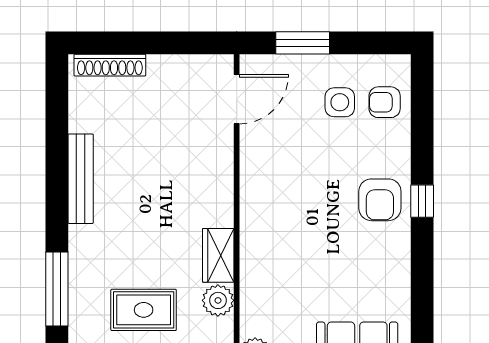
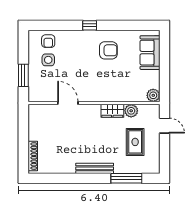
door: (237, 99) -> (68, 103), moved
bench: (81, 179) -> (95, 168), moved
armchair: (380, 200) -> (108, 50), moved

